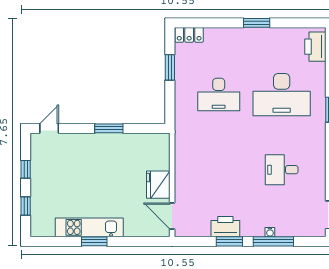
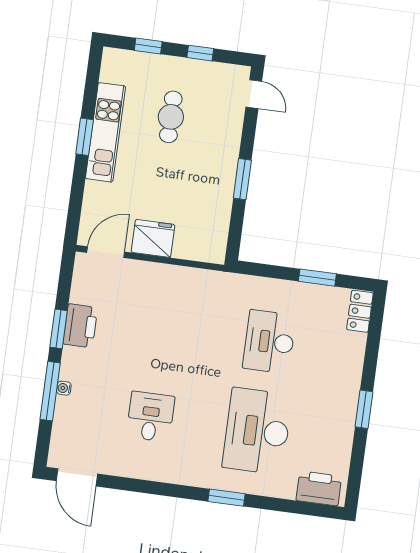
cafe table: (73, 184) -> (171, 117), added

